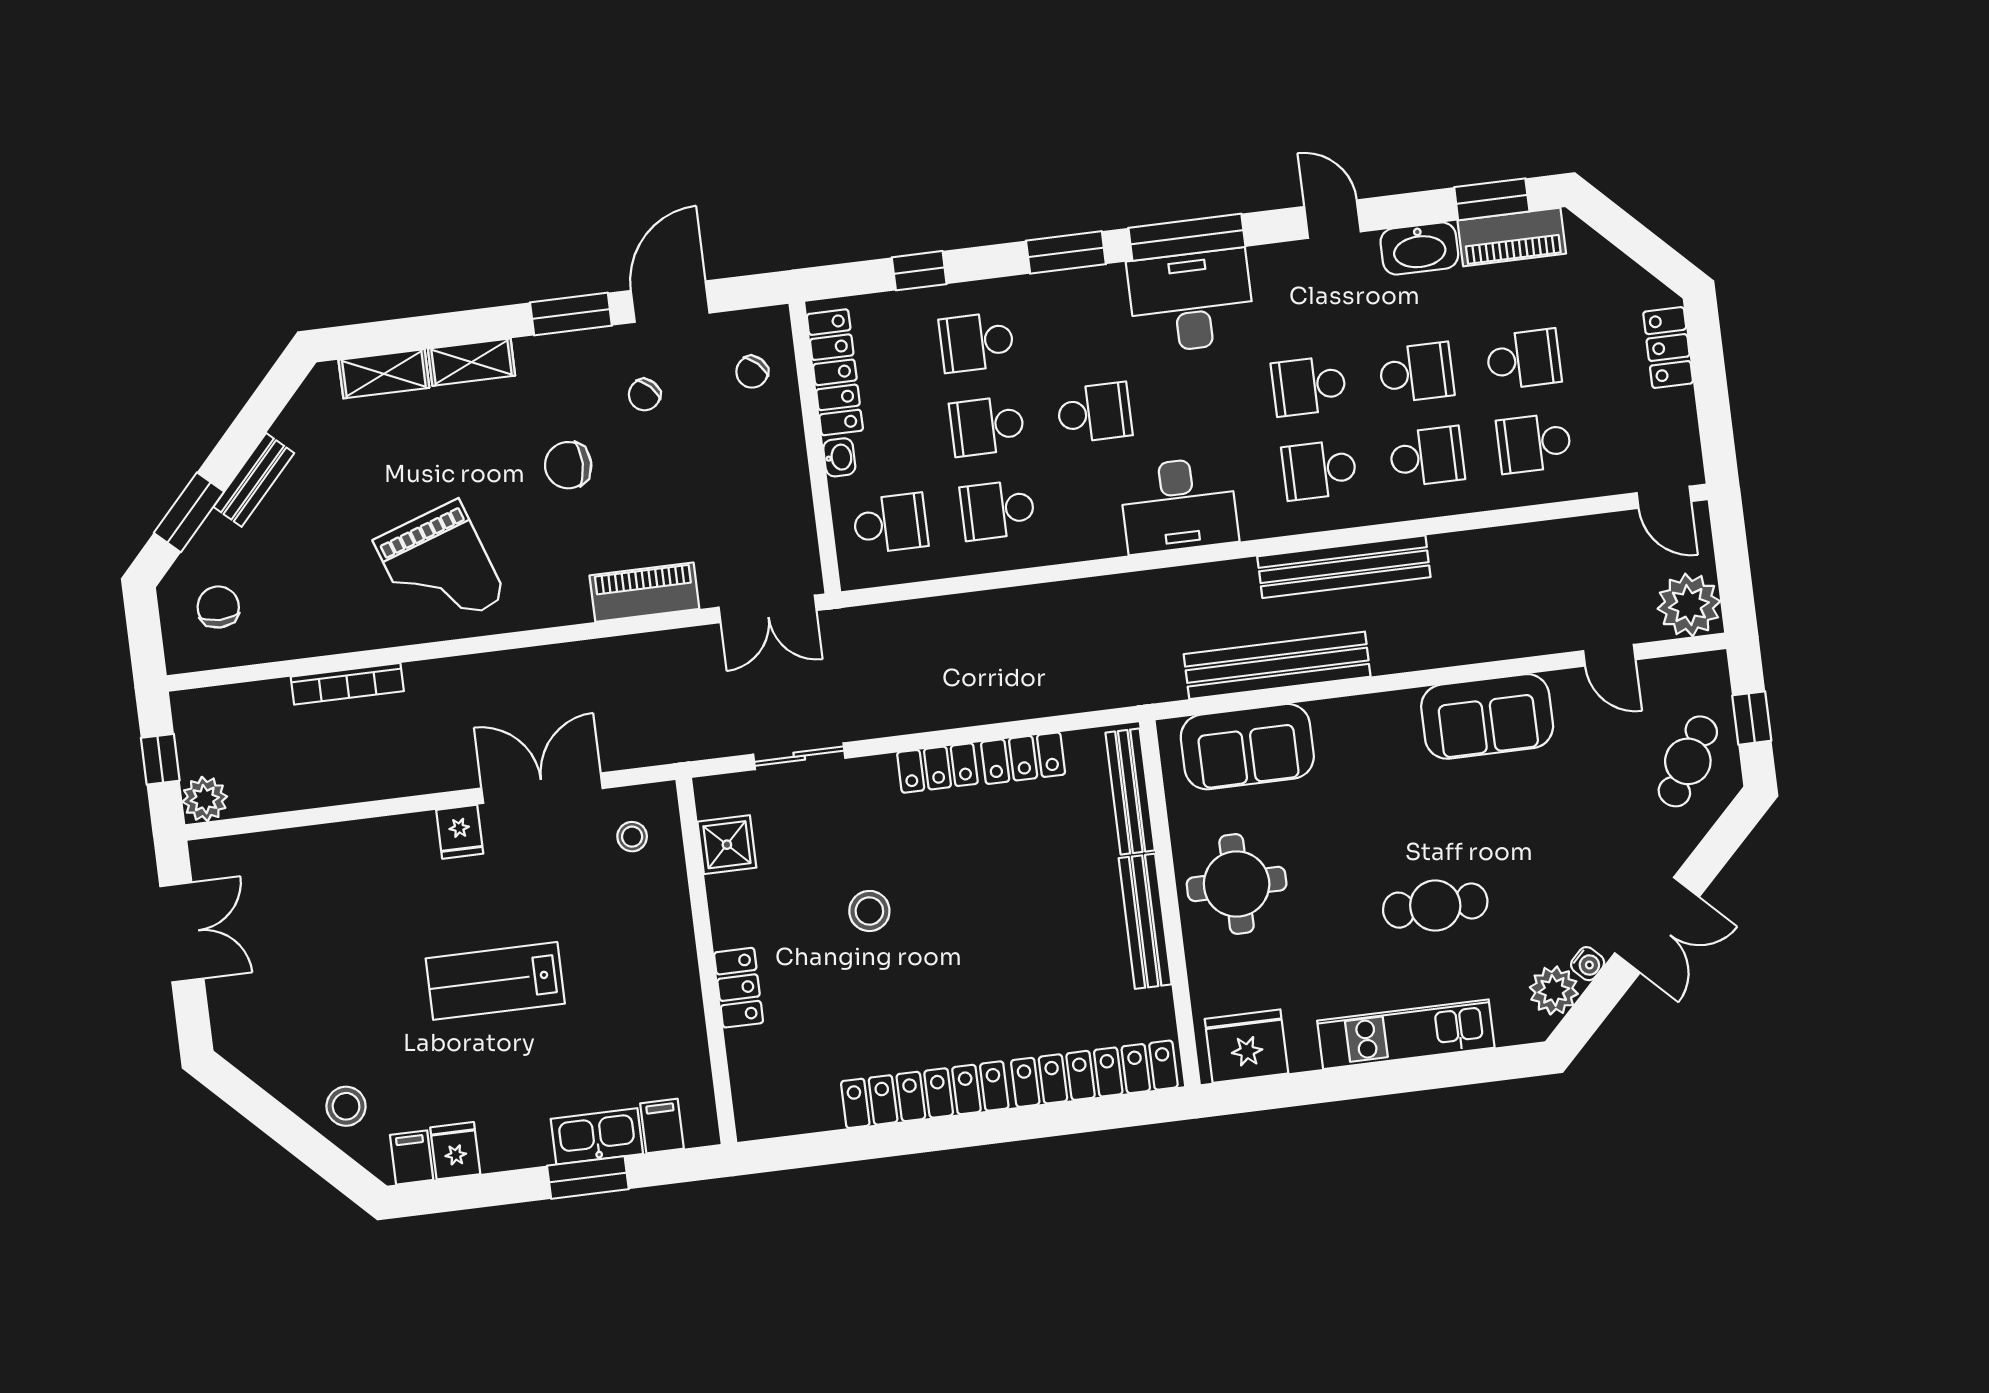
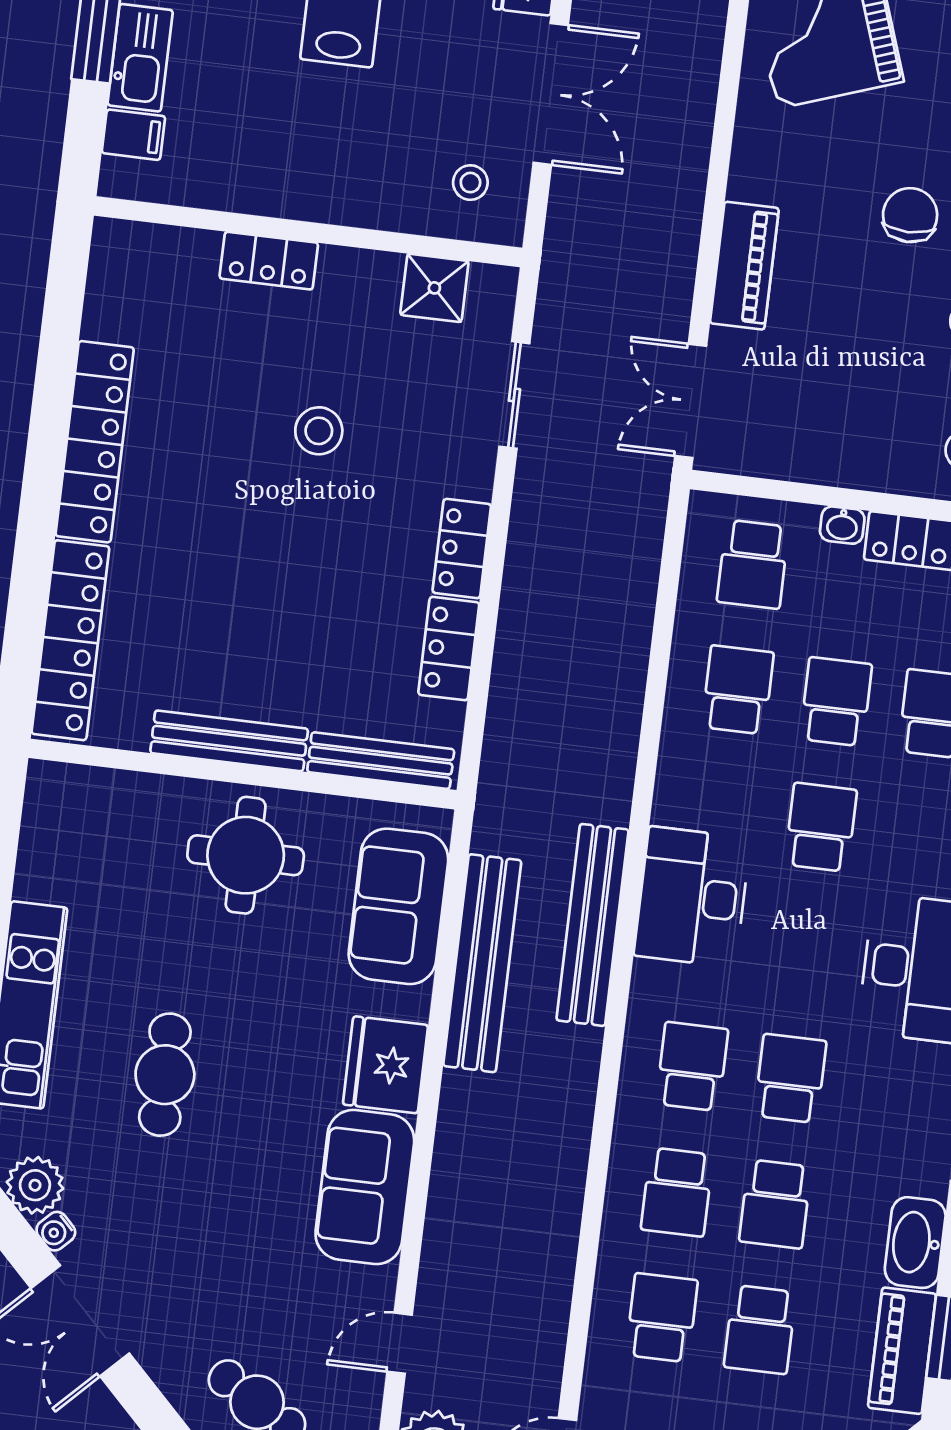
school desk: (1094, 413) -> (821, 827), turned 180
bench: (1344, 567) -> (592, 925), moved
fridge: (1246, 1046) -> (386, 1065), moved, turned 180

